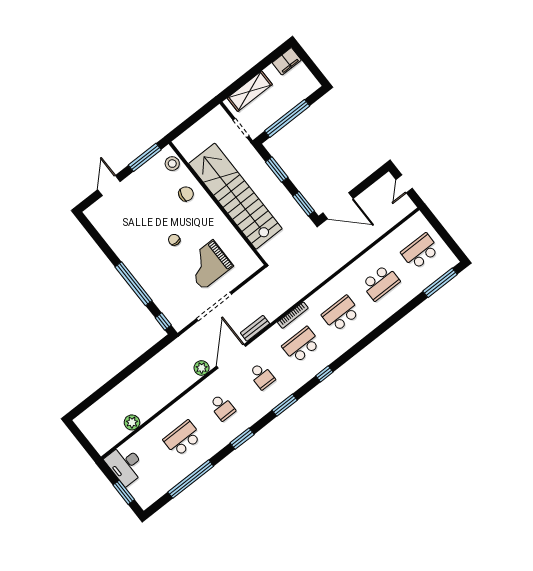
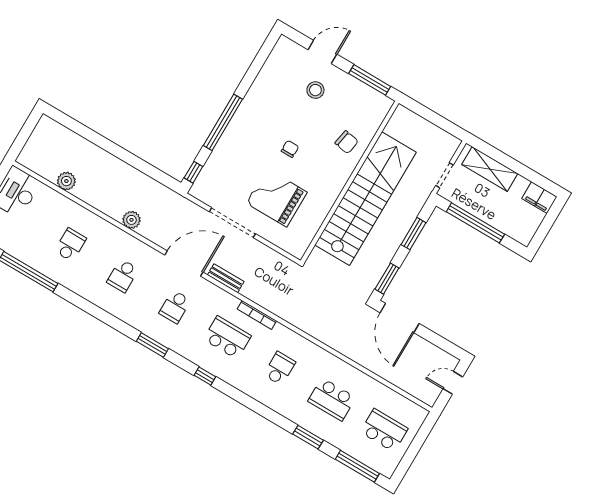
stool: (172, 164) -> (315, 90), moved
school desk: (341, 314) -> (280, 368), width x0.54
plant: (202, 368) -> (131, 220), moved
school desk: (182, 438) -> (70, 245), width x0.54
window: (242, 439) -> (308, 437), moved

